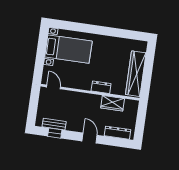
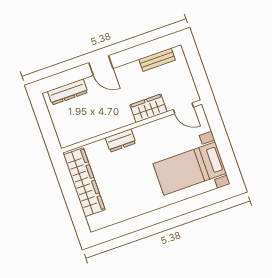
wardrobe: (113, 103) -> (149, 108), moved
window: (55, 133) -> (150, 48), removed

